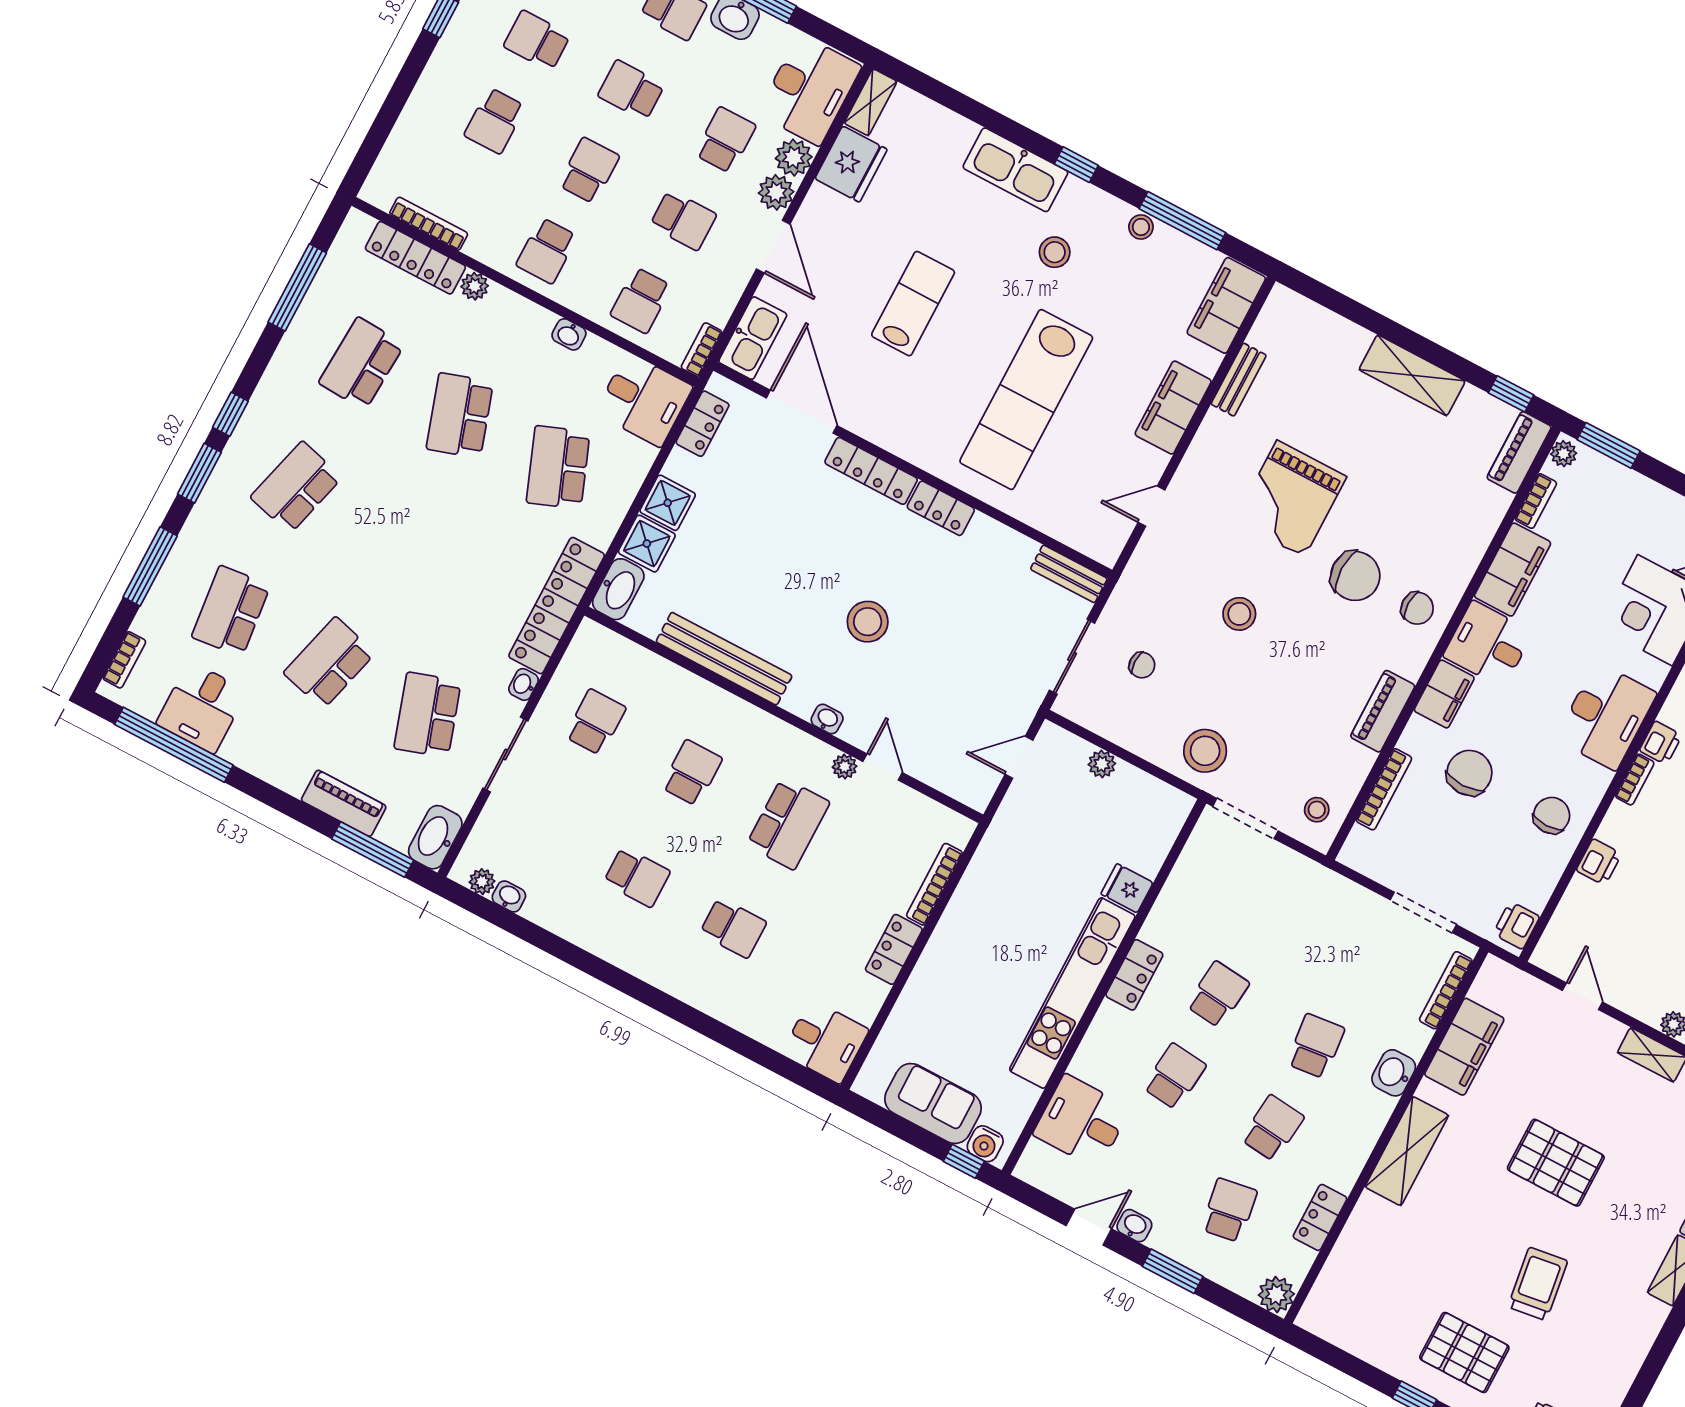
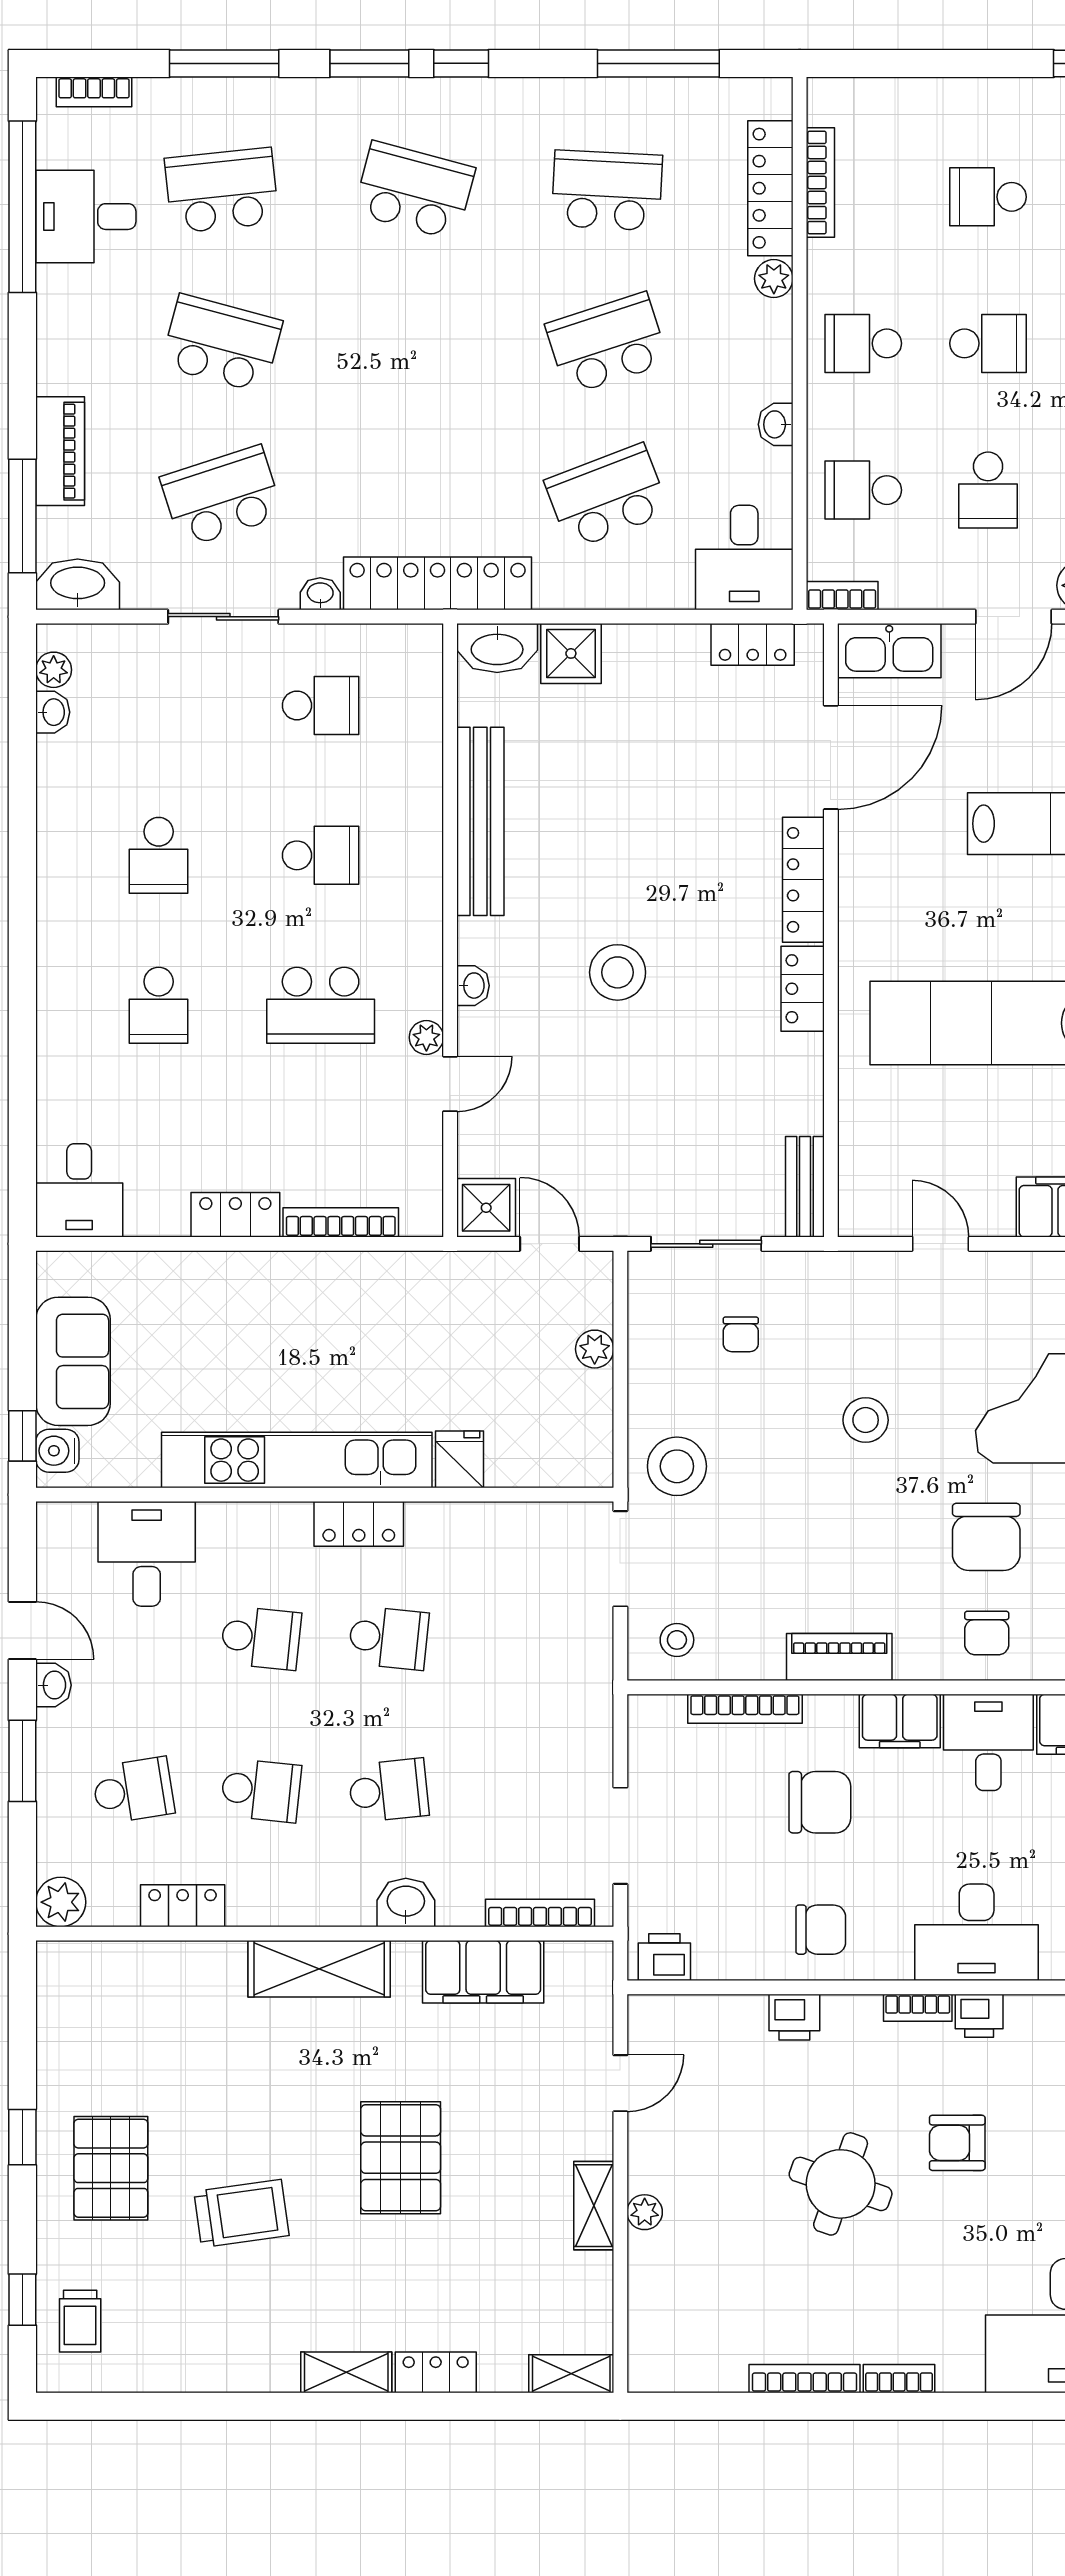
shower: (668, 503) -> (486, 1208), moved

